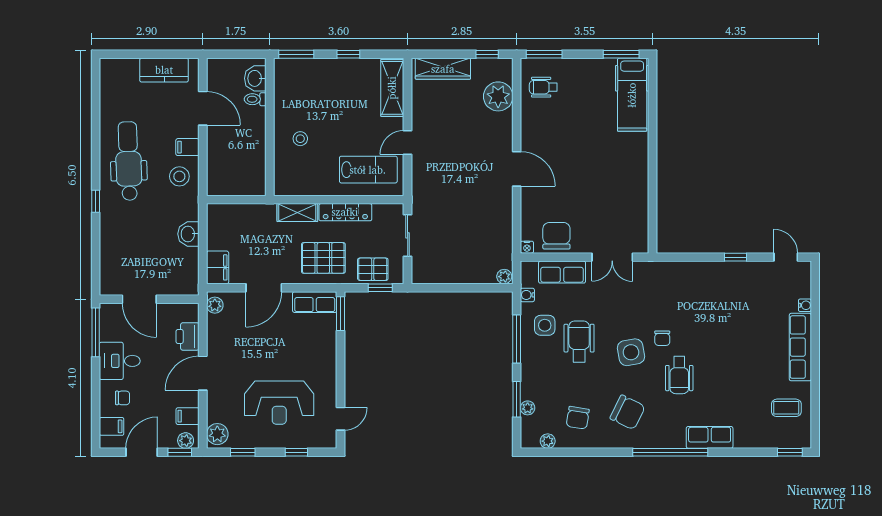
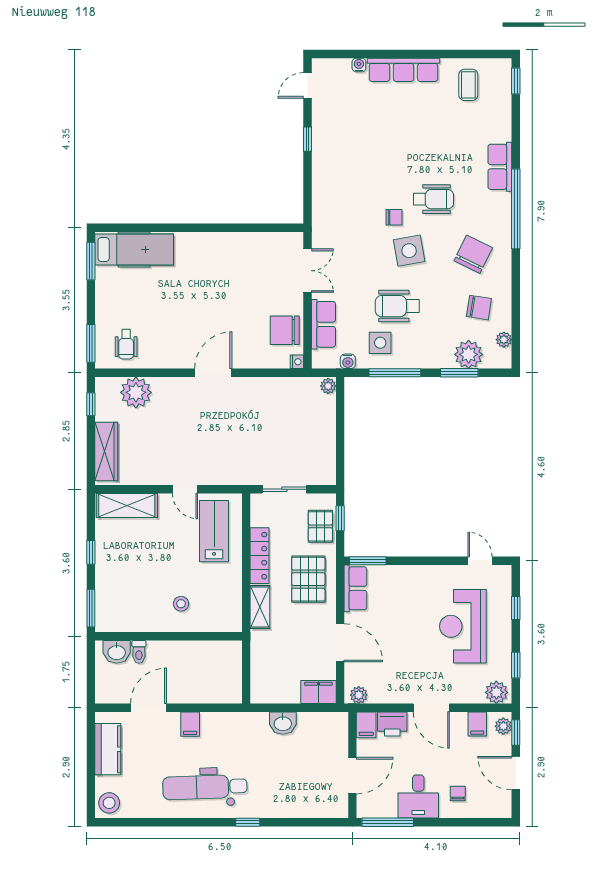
stool: (179, 176) -> (109, 803), moved
reception desk: (279, 403) -> (463, 626), turned 180
plant: (528, 408) -> (469, 354), width x1.88, depth x1.88
filing cabinet: (112, 426) -> (366, 725), moved, turned 180

